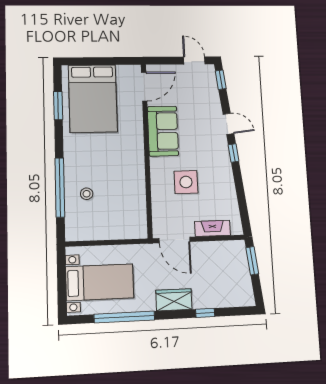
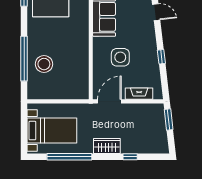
window: (233, 153) -> (161, 57), moved
stool: (87, 194) -> (44, 64), width x1.89, depth x1.89
door: (175, 240) -> (109, 101), swing flipped

